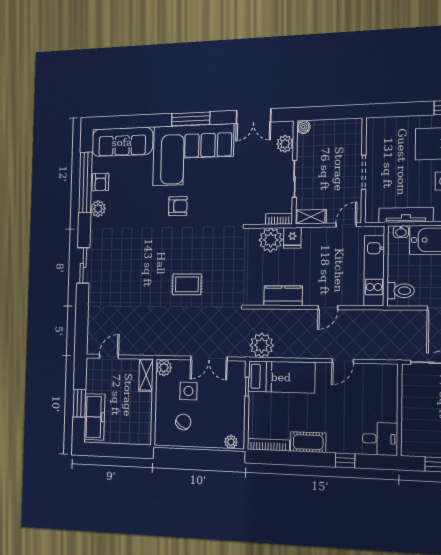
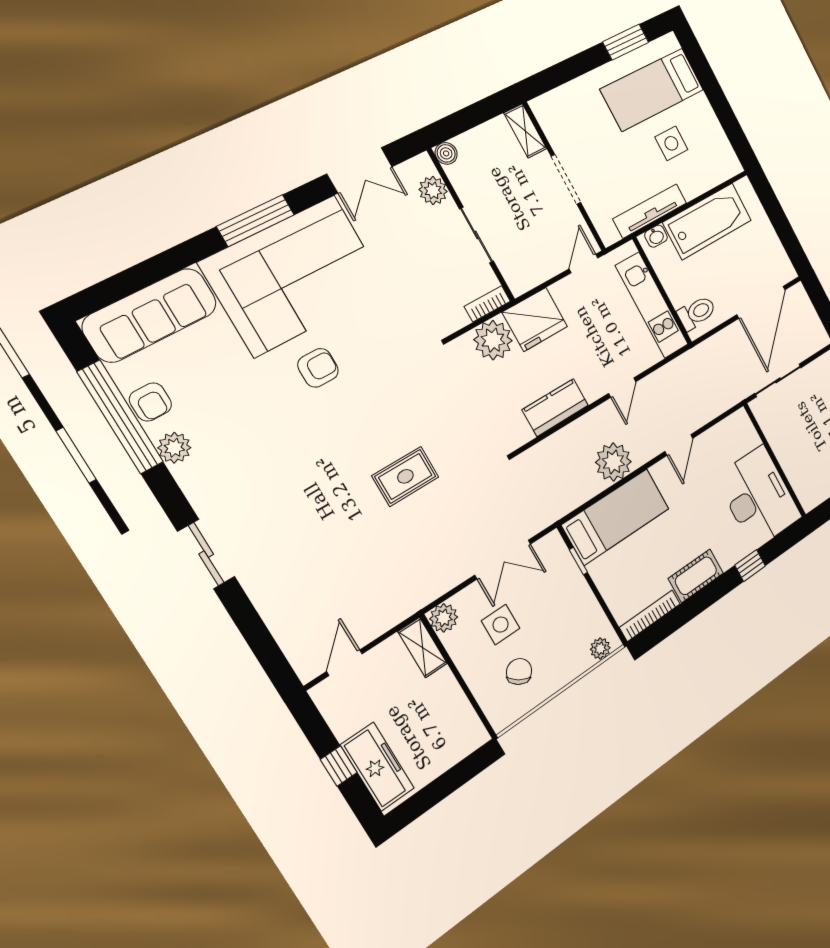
shelving: (311, 217) -> (525, 131), moved, turned 90
fridge: (292, 238) -> (535, 319), width x1.88, depth x1.34
plant: (262, 345) -> (613, 462), moved
window: (79, 403) -> (339, 766), width x0.67
desk: (380, 439) -> (758, 497), width x1.87, depth x1.30

